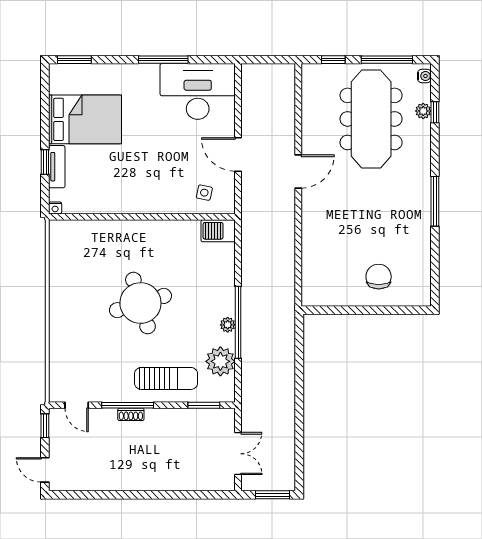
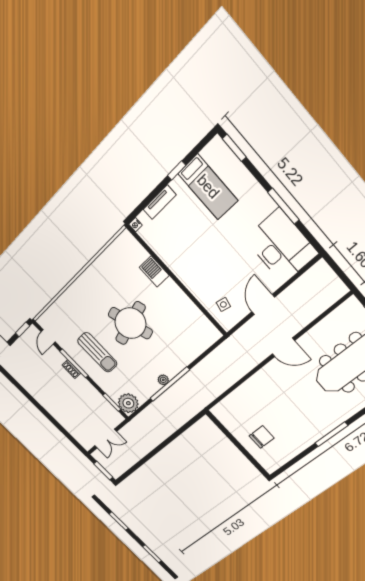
bed: (85, 119) -> (208, 187), width x0.67
window: (45, 162) -> (177, 170), moved
barbecue: (218, 231) -> (154, 271), moved
plant: (220, 361) -> (128, 403), moved
sun lounger: (166, 378) -> (97, 352), moved

